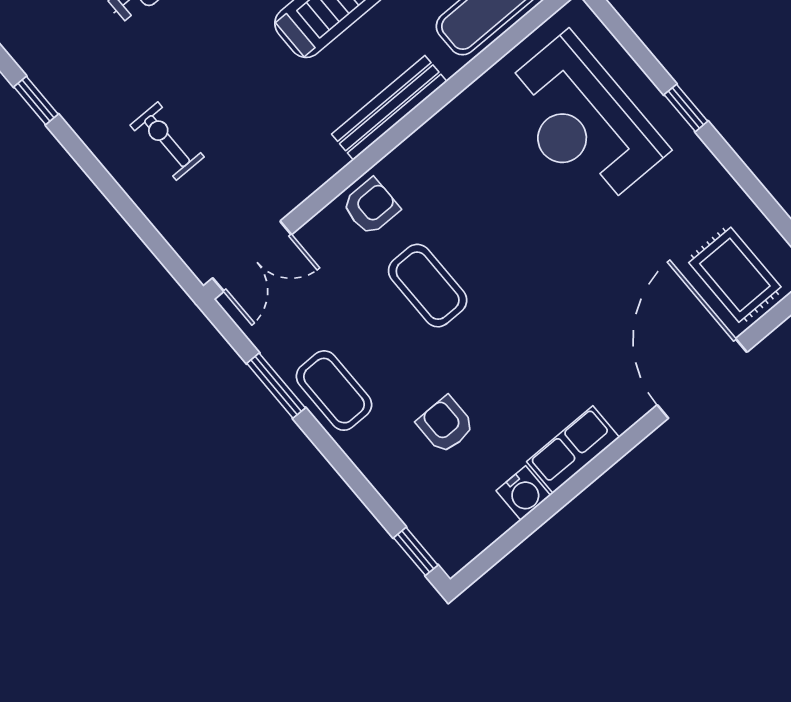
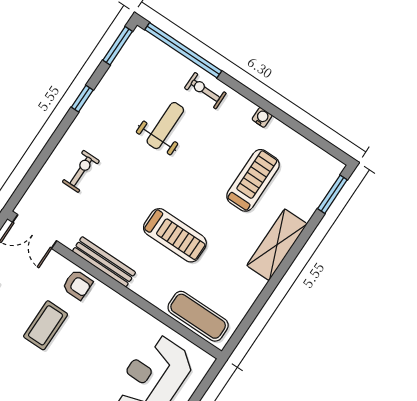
bench: (389, 108) -> (104, 262), moved

